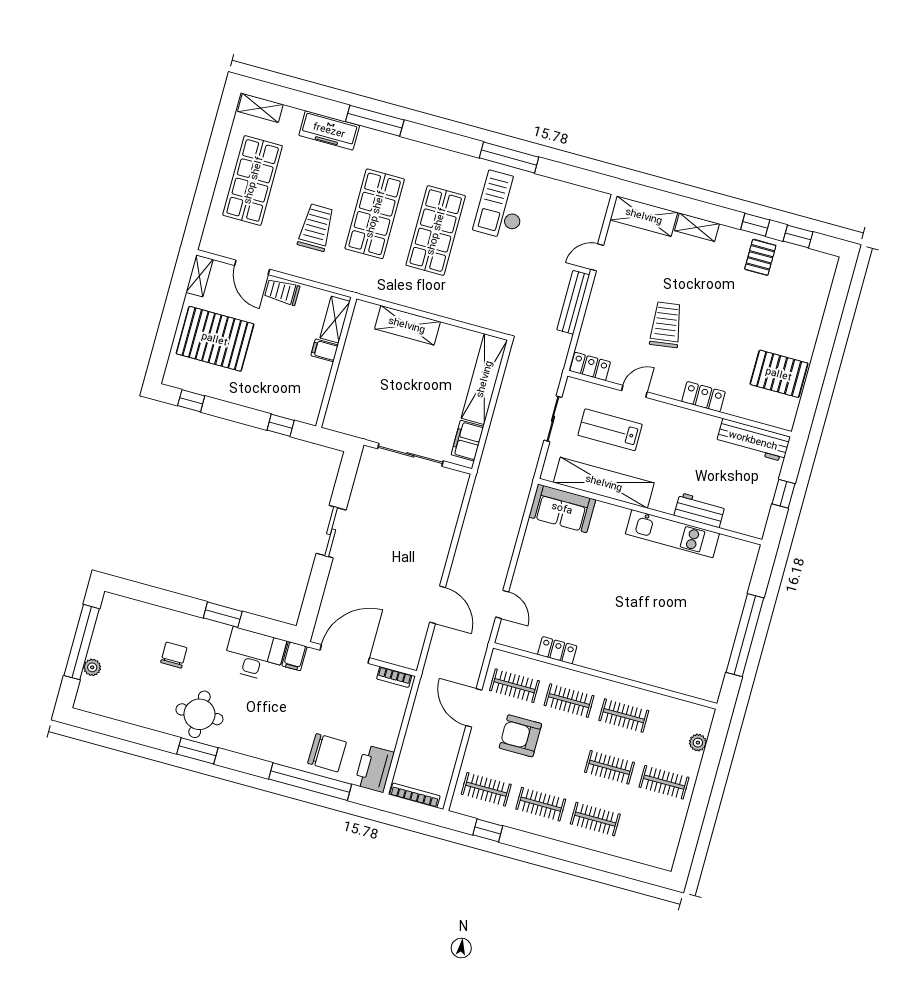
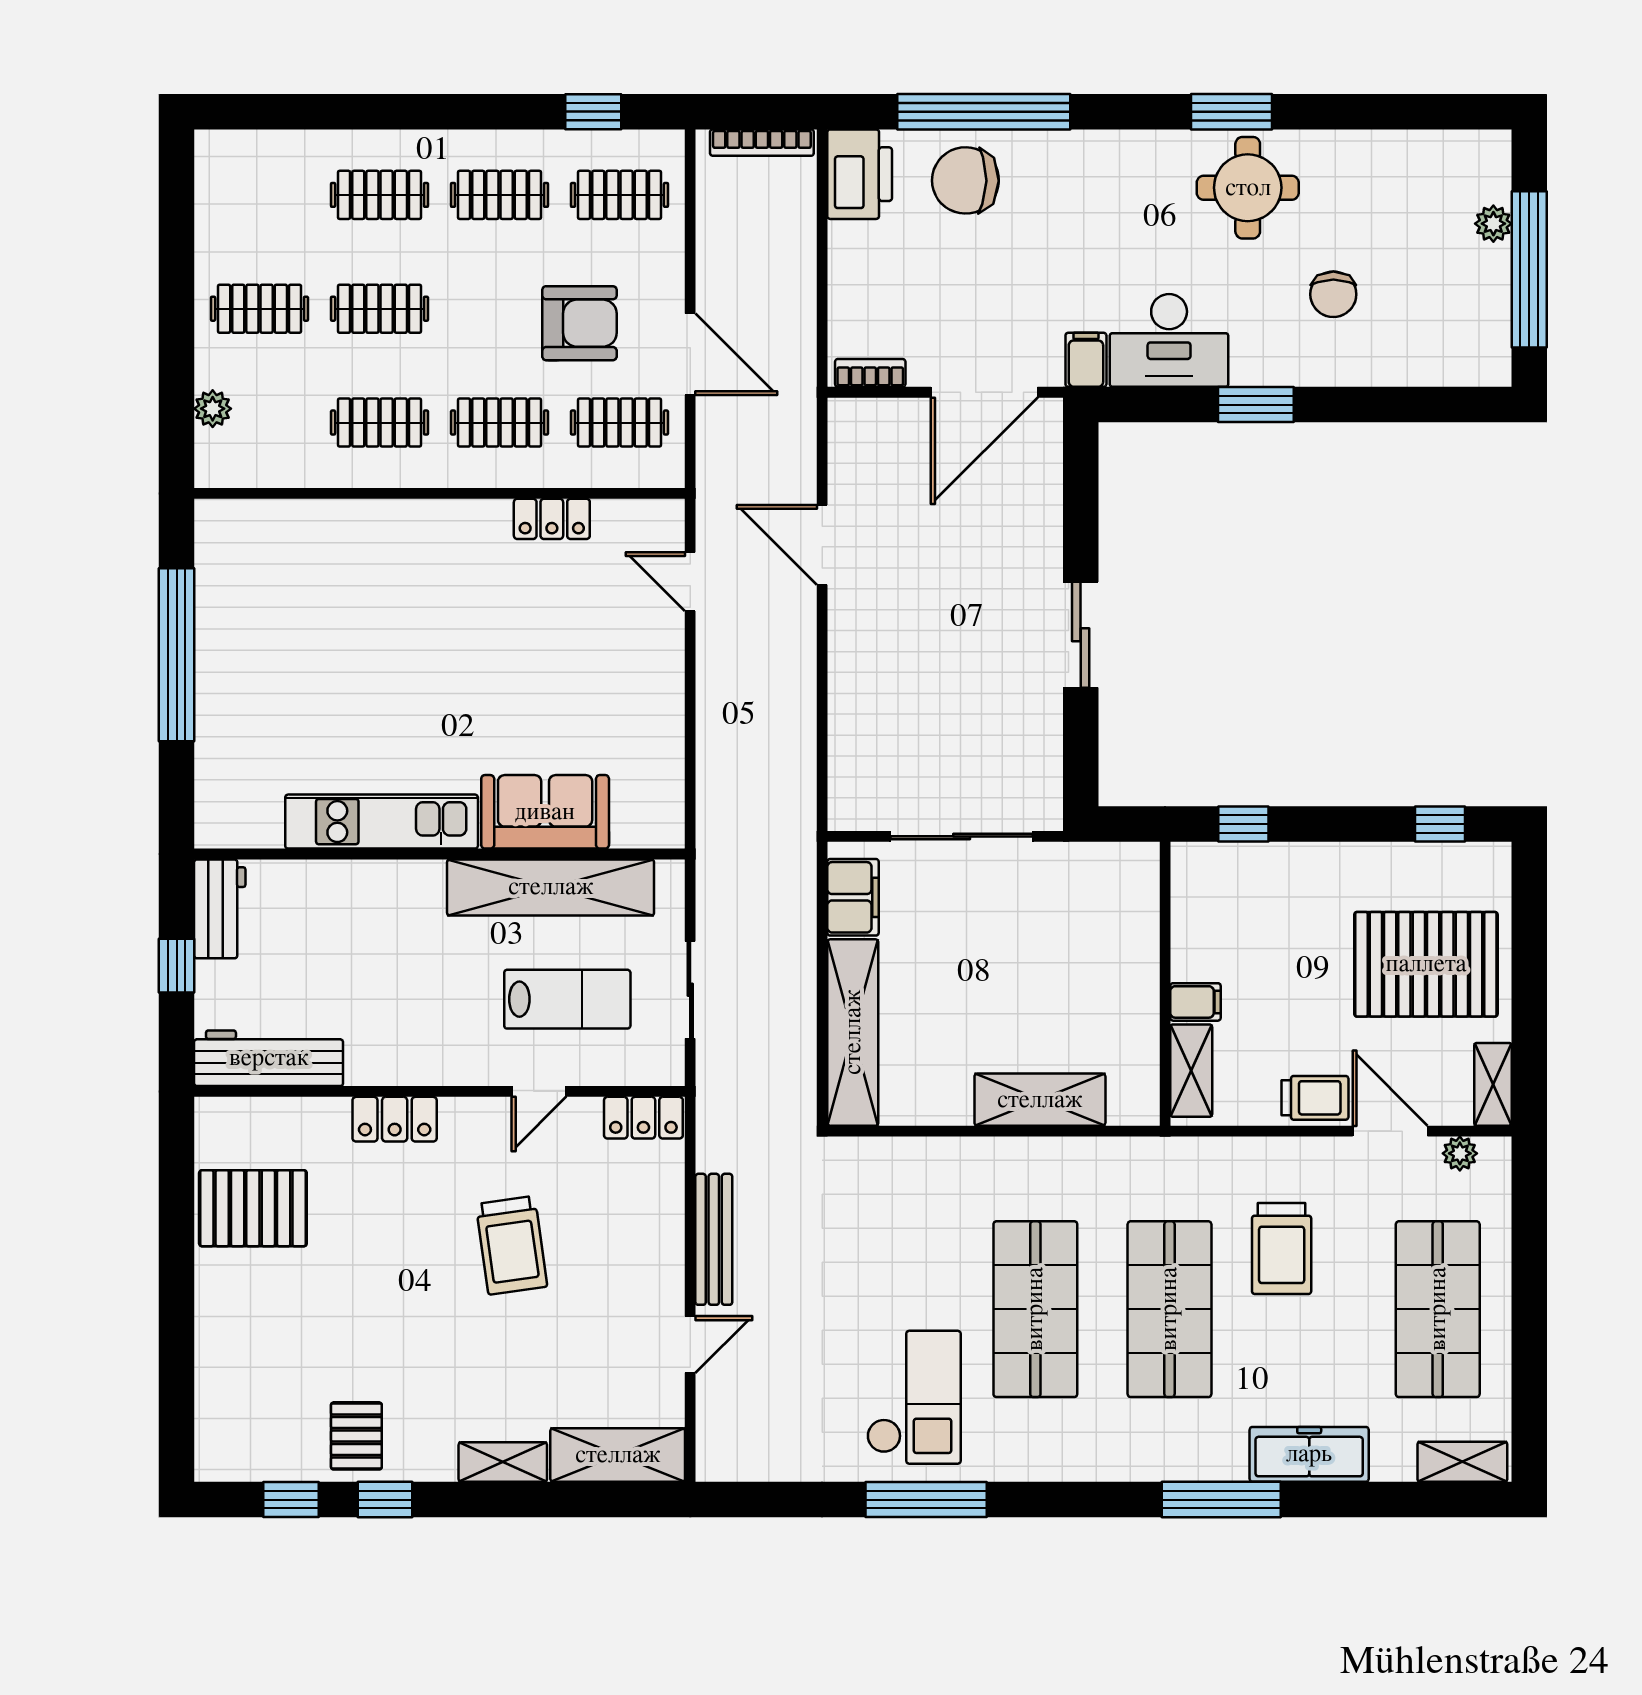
plant: (223, 249) -> (1460, 1153), added
sofa: (562, 508) -> (545, 812), moved
workbench: (700, 510) -> (220, 909), moved, turned -90

